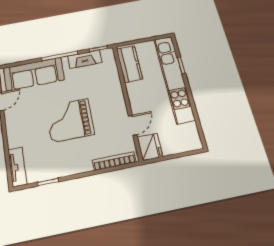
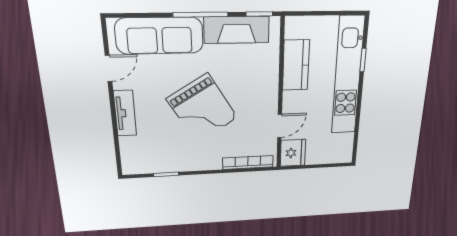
fireplace: (85, 59) -> (237, 30), width x1.37, depth x1.32
kitchen counter: (129, 64) -> (296, 65), moved
grand piano: (70, 120) -> (202, 108), turned -121
tv unit: (17, 167) -> (125, 113), moved

